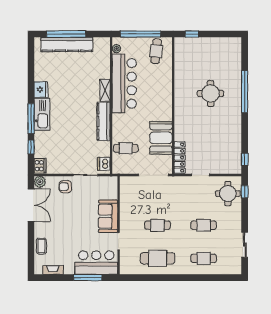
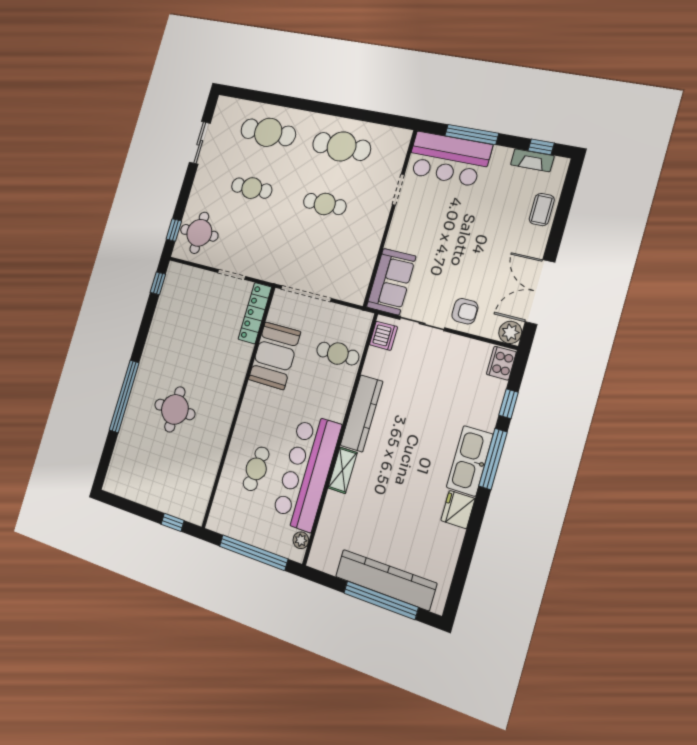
cafe table: (156, 51) -> (256, 469), moved
sofa: (108, 216) -> (391, 282), moved
cafe table: (204, 258) -> (268, 132), width x1.37, depth x1.35
window: (51, 278) -> (541, 147), added

